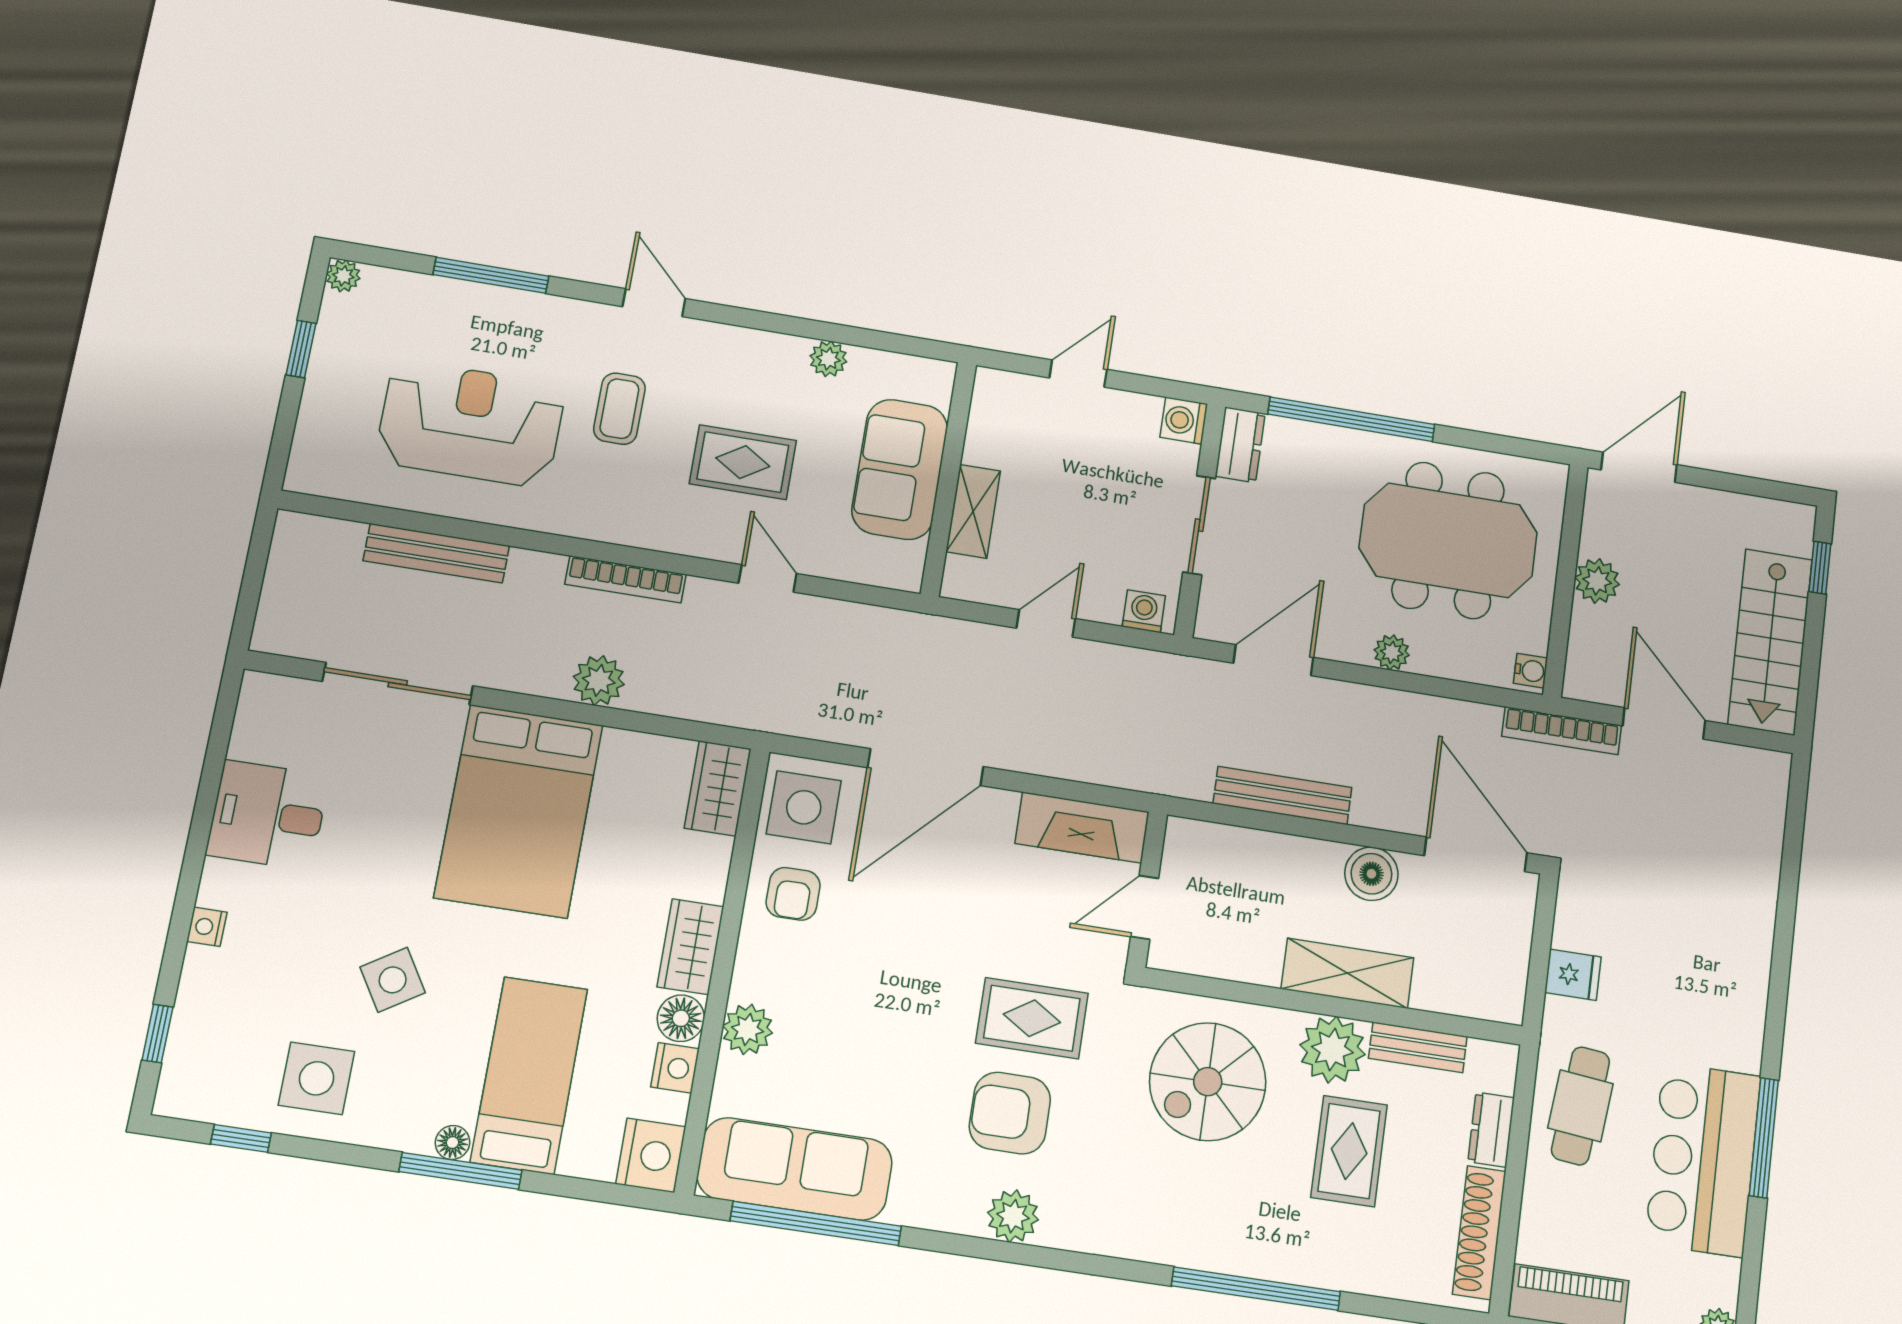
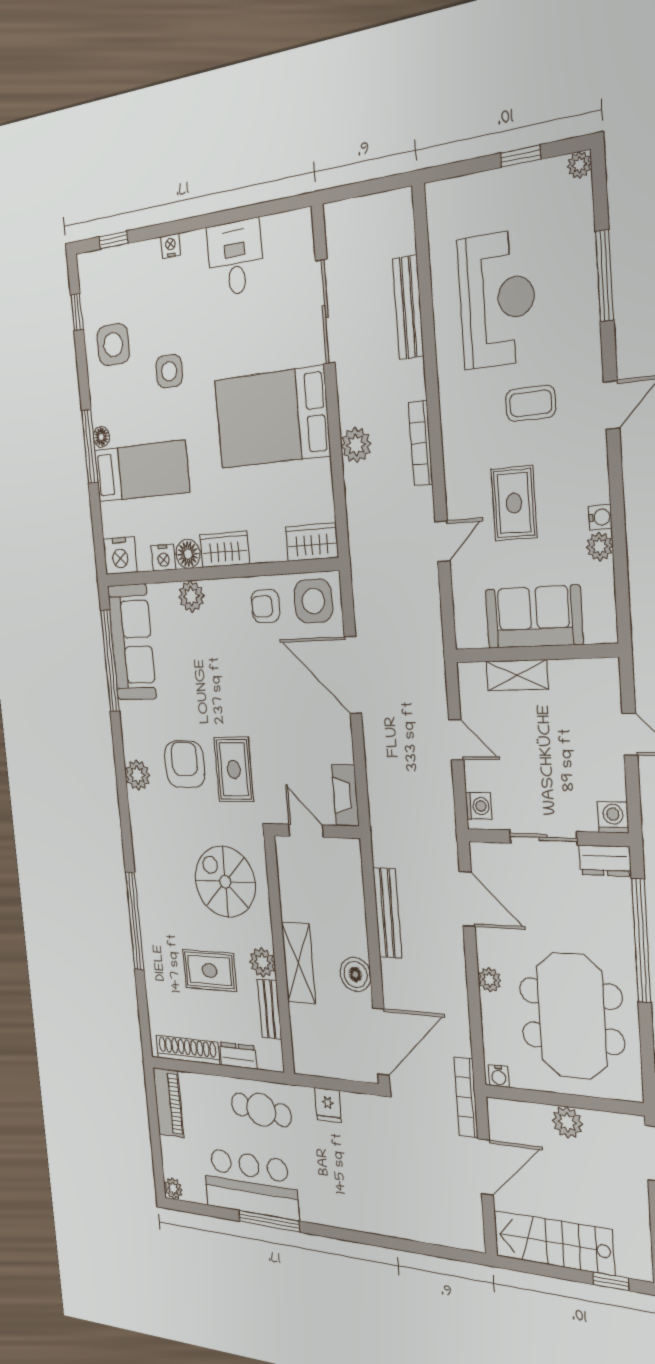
water cooler: (791, 349) -> (600, 517), added
fireplace: (1082, 828) -> (345, 795), width x0.73, depth x0.76
side table: (393, 980) -> (169, 371), turned 32
plant: (1332, 1050) -> (262, 962), width x0.73, depth x0.73

